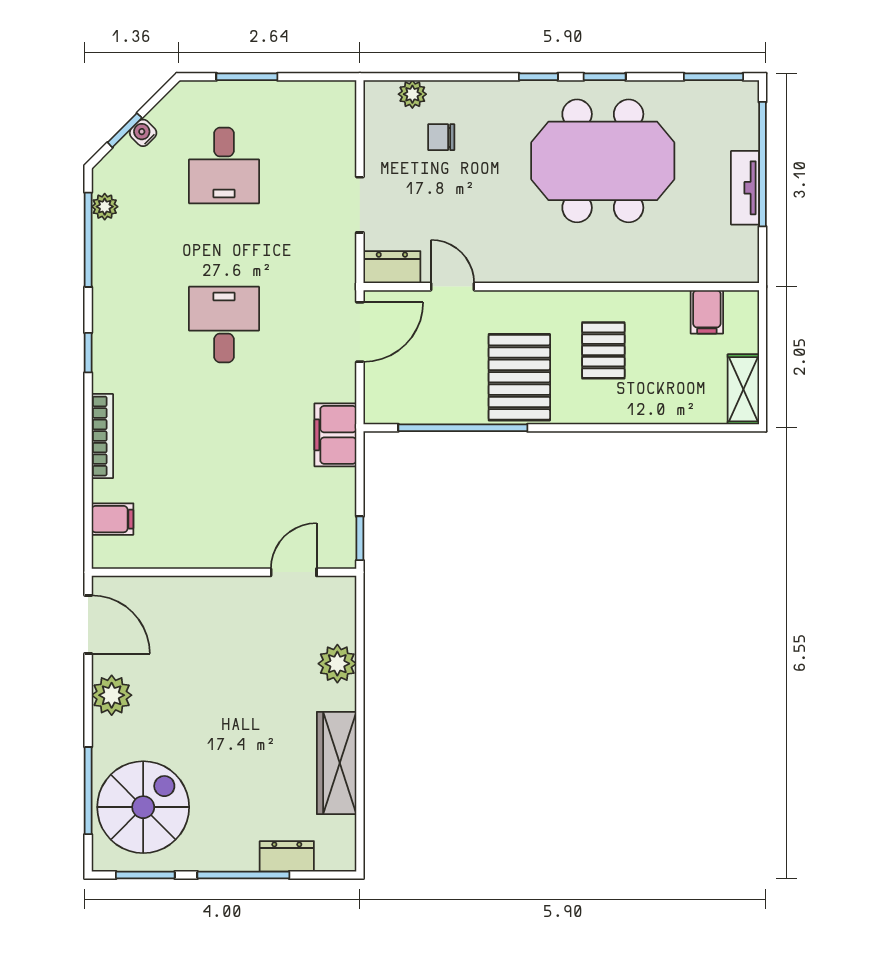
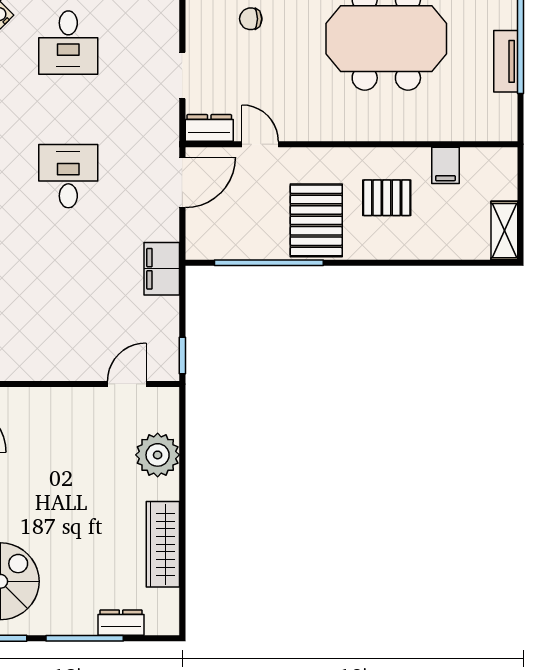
filing cabinet: (707, 312) -> (445, 165), moved
pallet: (603, 350) -> (387, 198), turned 90
plant: (337, 664) -> (158, 455), width x1.36, depth x1.36

